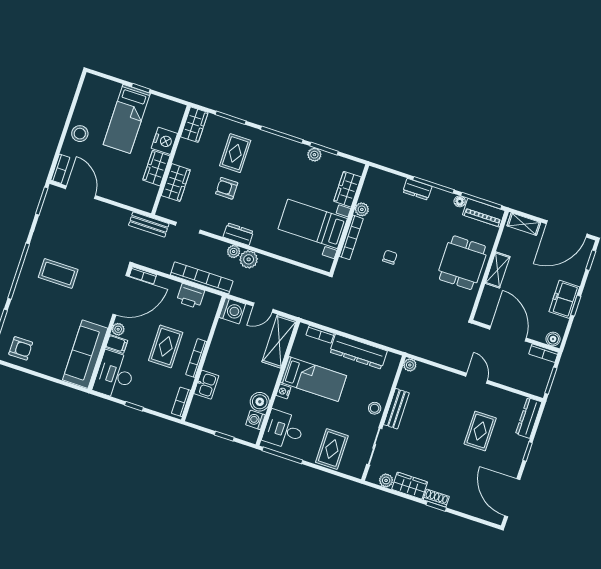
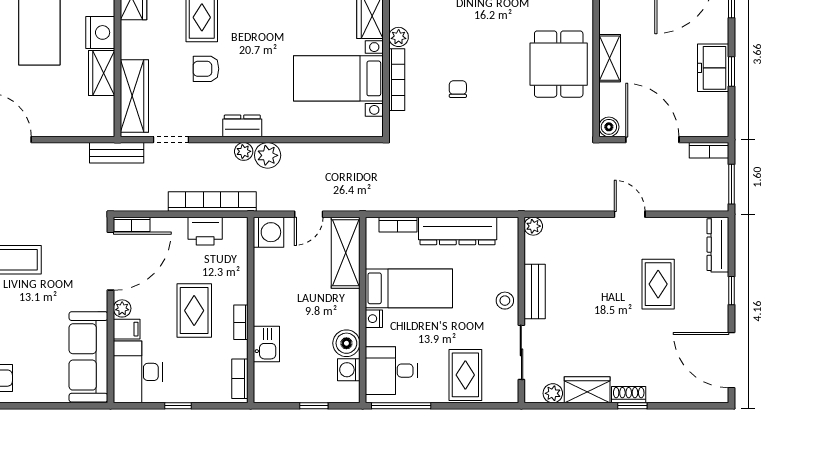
wardrobe: (176, 183) -> (134, 96), width x1.50
boiler: (553, 339) -> (609, 127), moved
bookcase: (196, 358) -> (241, 322), width x0.64

